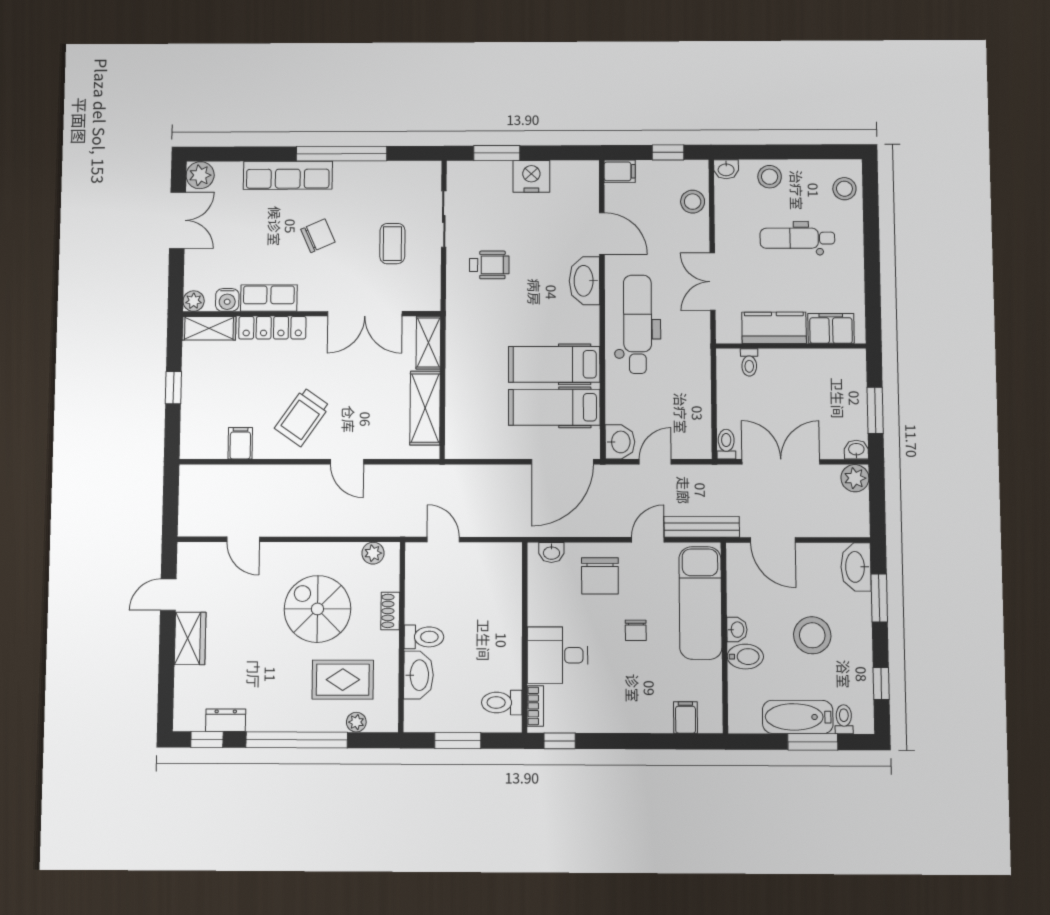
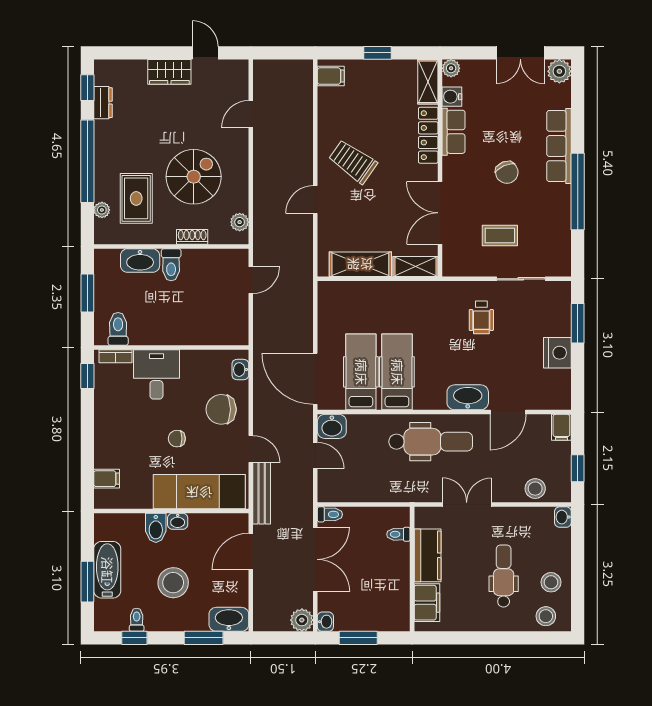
stool: (770, 177) -> (551, 582), moved
filing cabinet: (240, 443) -> (331, 76), moved
toilet: (844, 719) -> (137, 620), moved, turned -90

